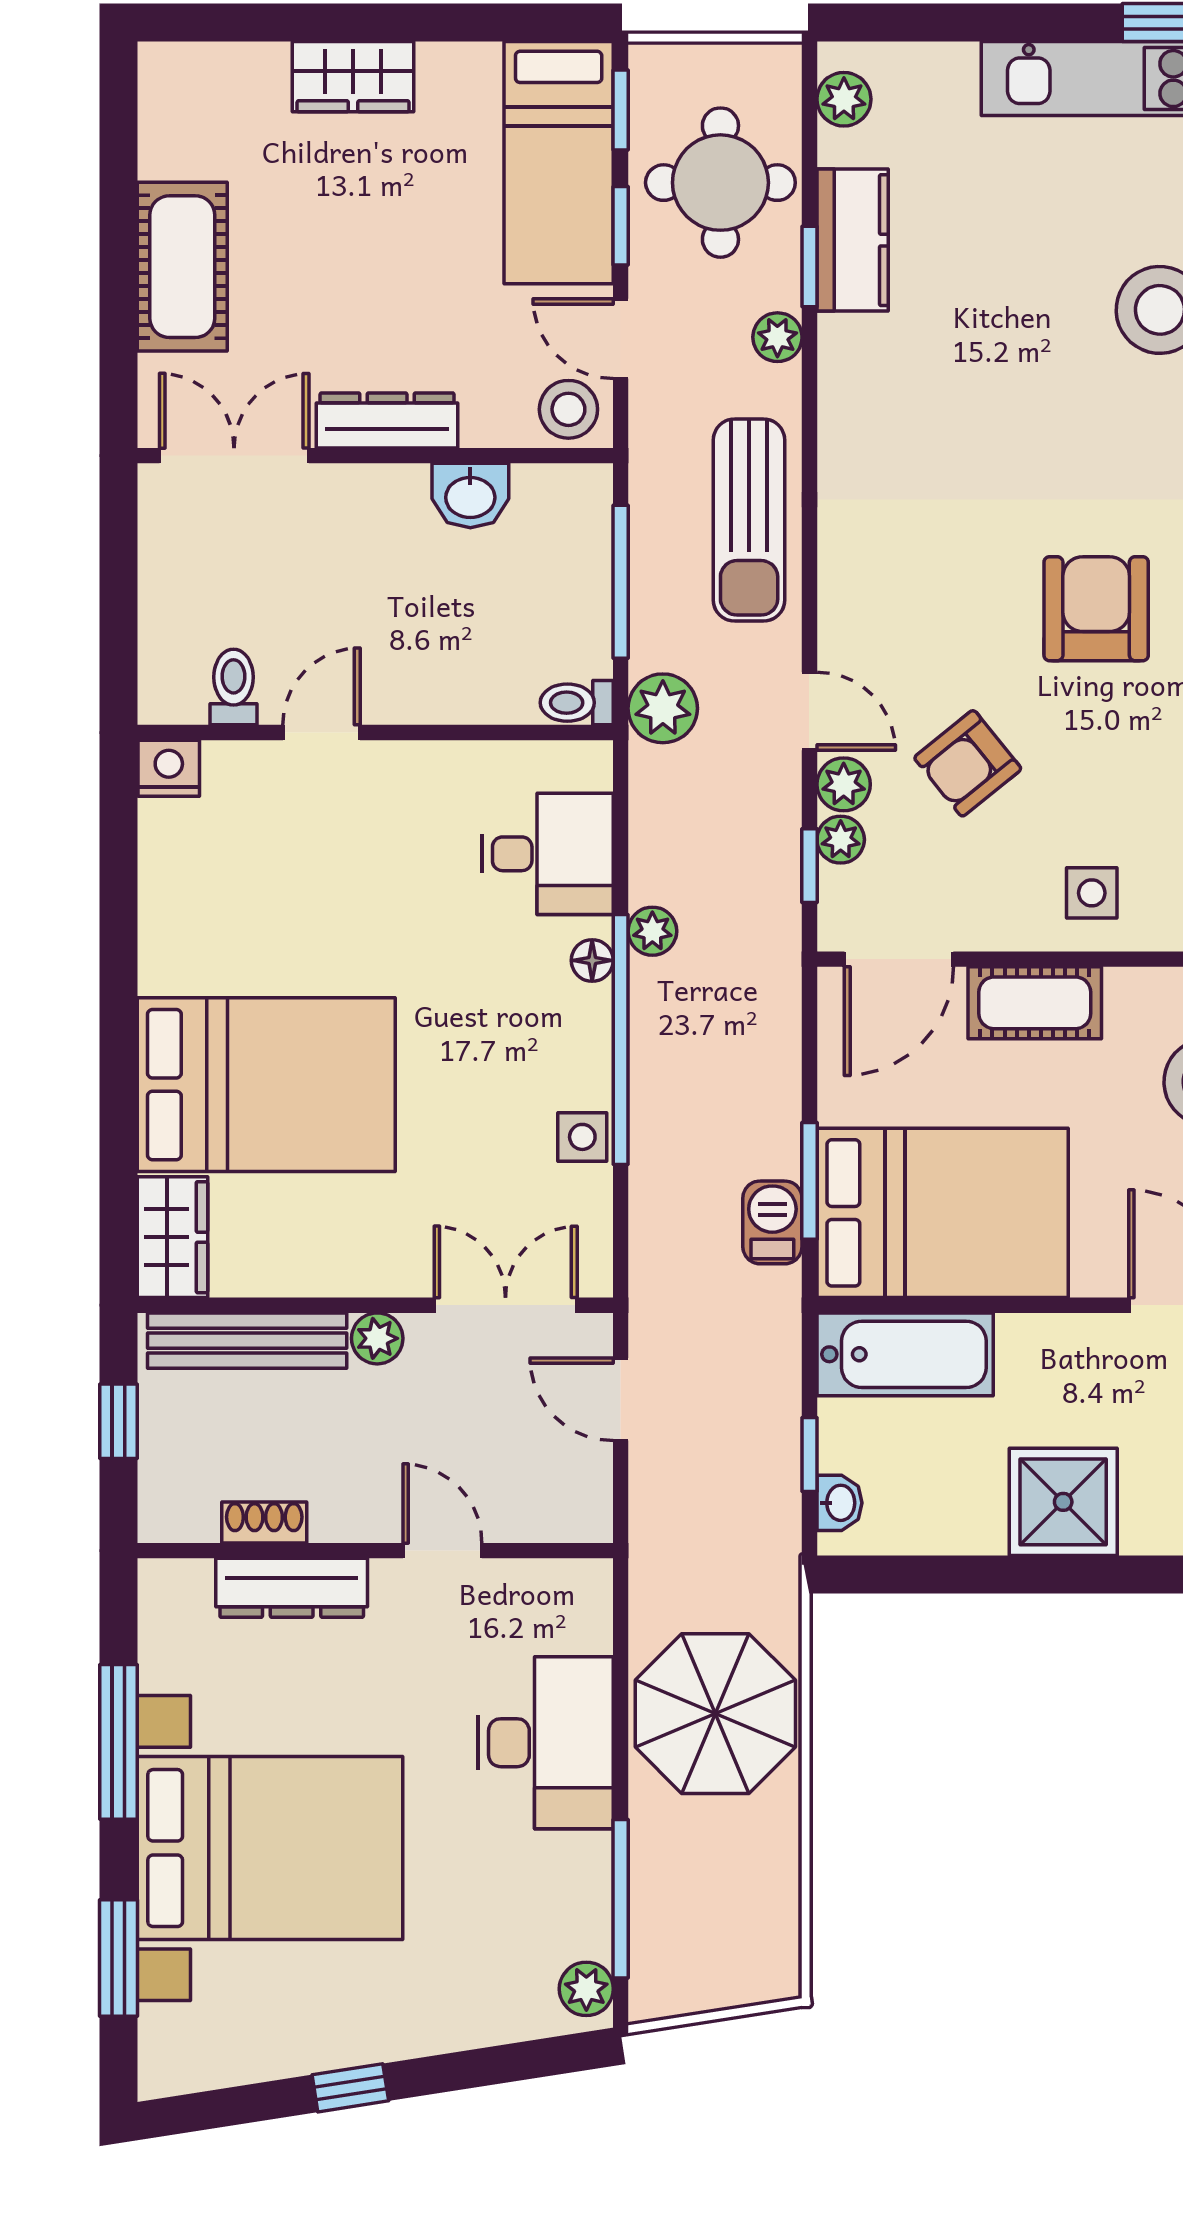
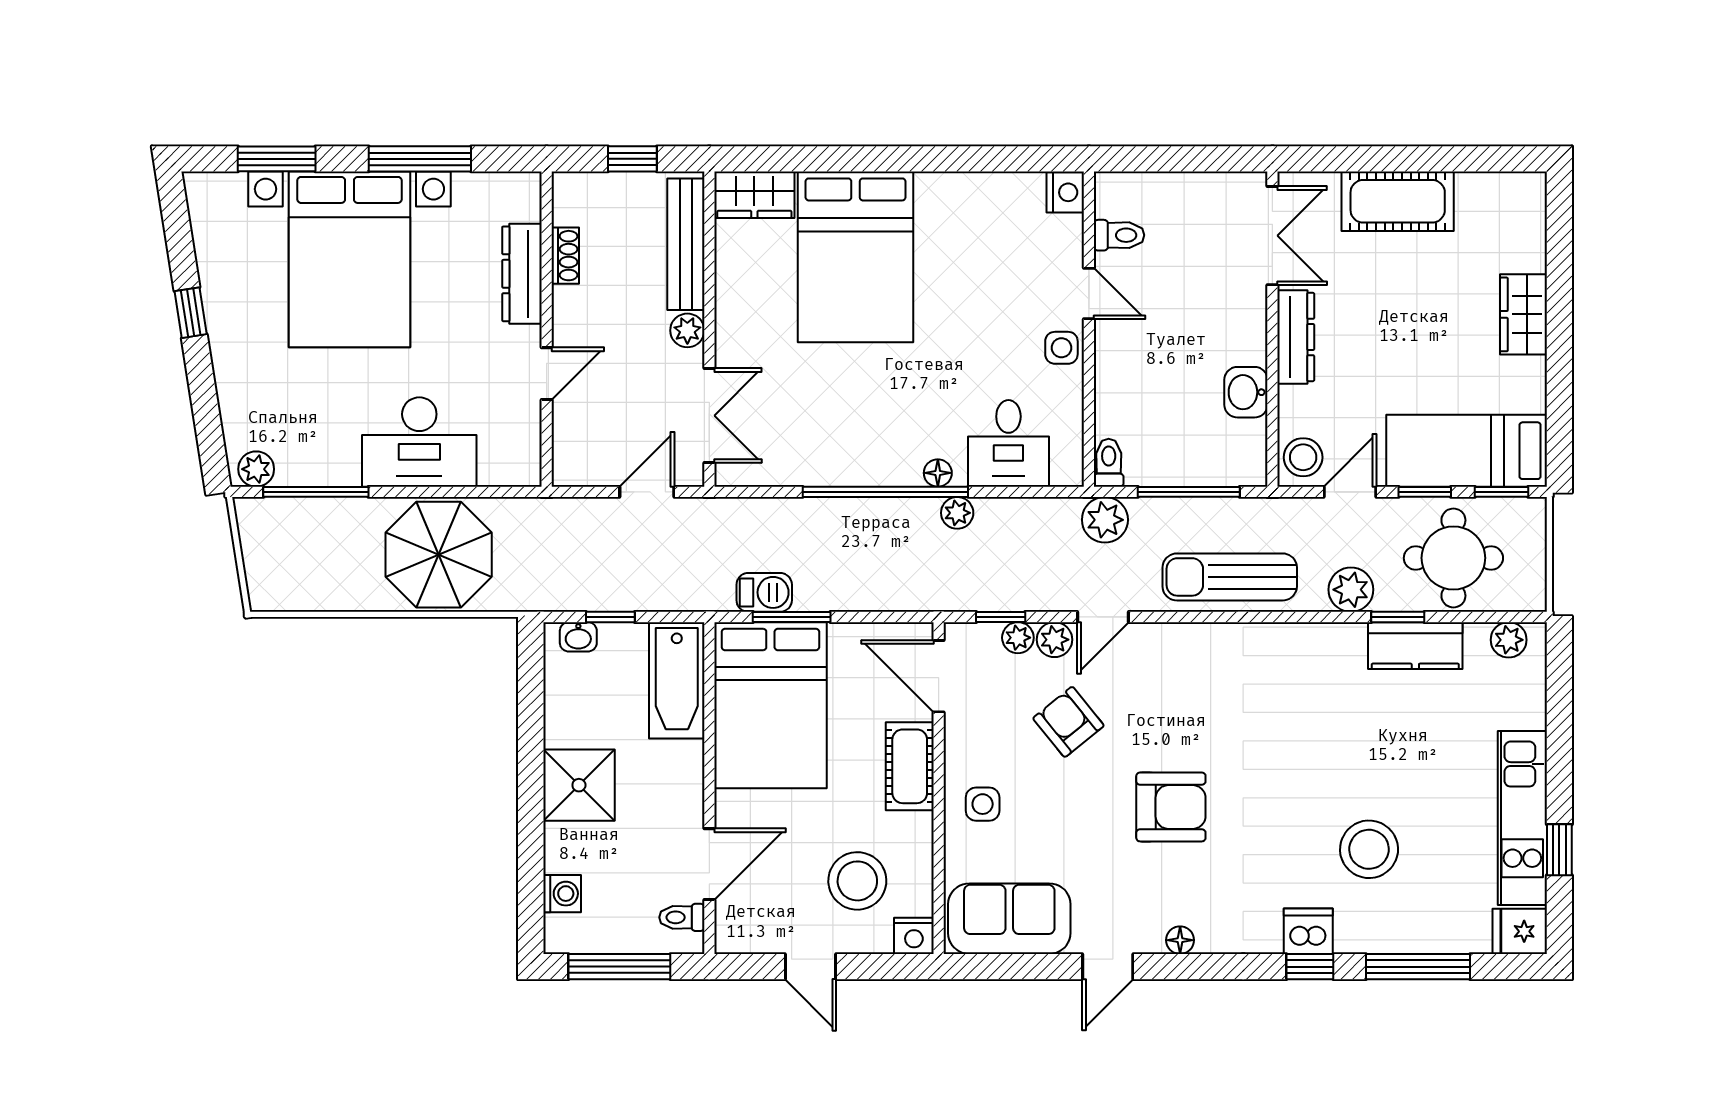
plant: (777, 337) -> (1351, 590), width x1.38, depth x1.38
side table: (582, 1137) -> (1061, 348), moved

